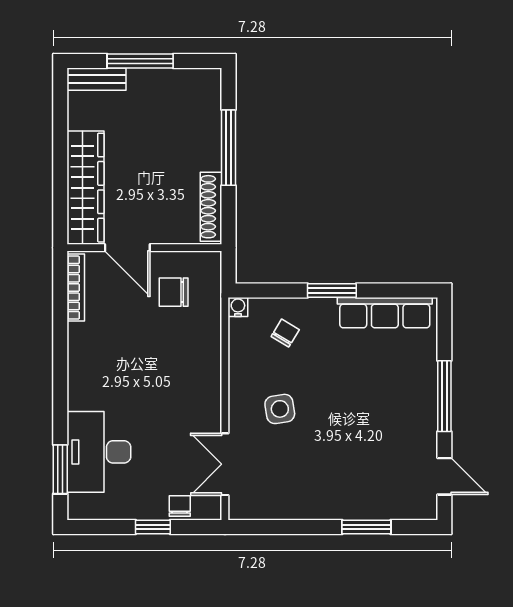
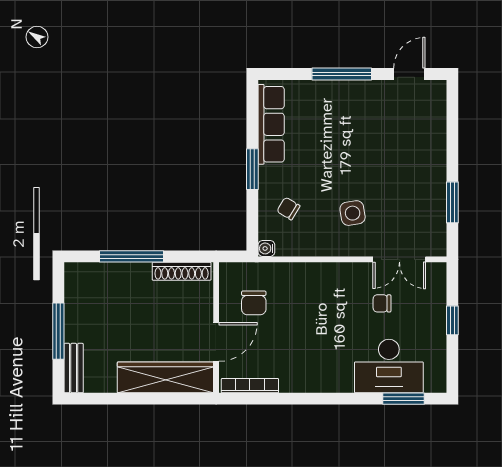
chair: (180, 506) -> (382, 303), moved
window: (366, 527) -> (452, 202), moved

